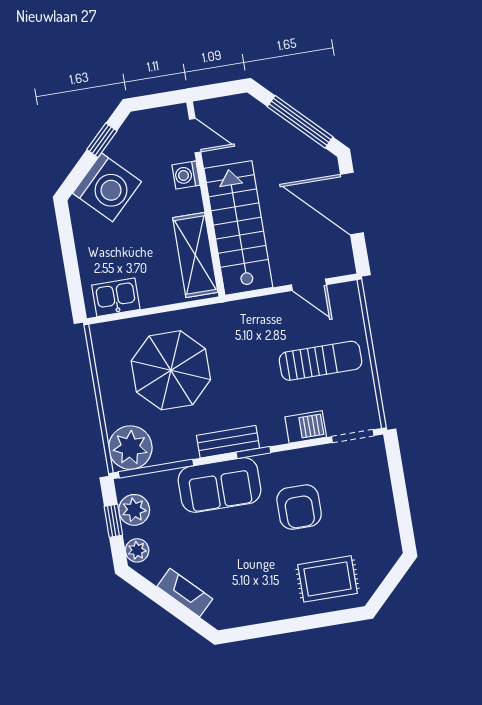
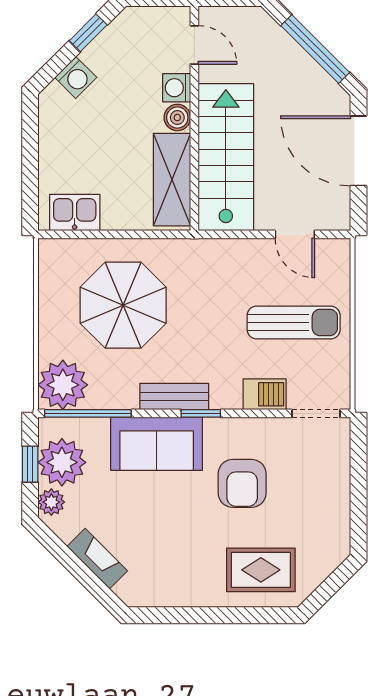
washing machine: (107, 187) -> (76, 77), width x0.53, depth x0.53
boiler: (191, 201) -> (177, 118), added
plant: (134, 510) -> (62, 462), width x1.36, depth x1.36

